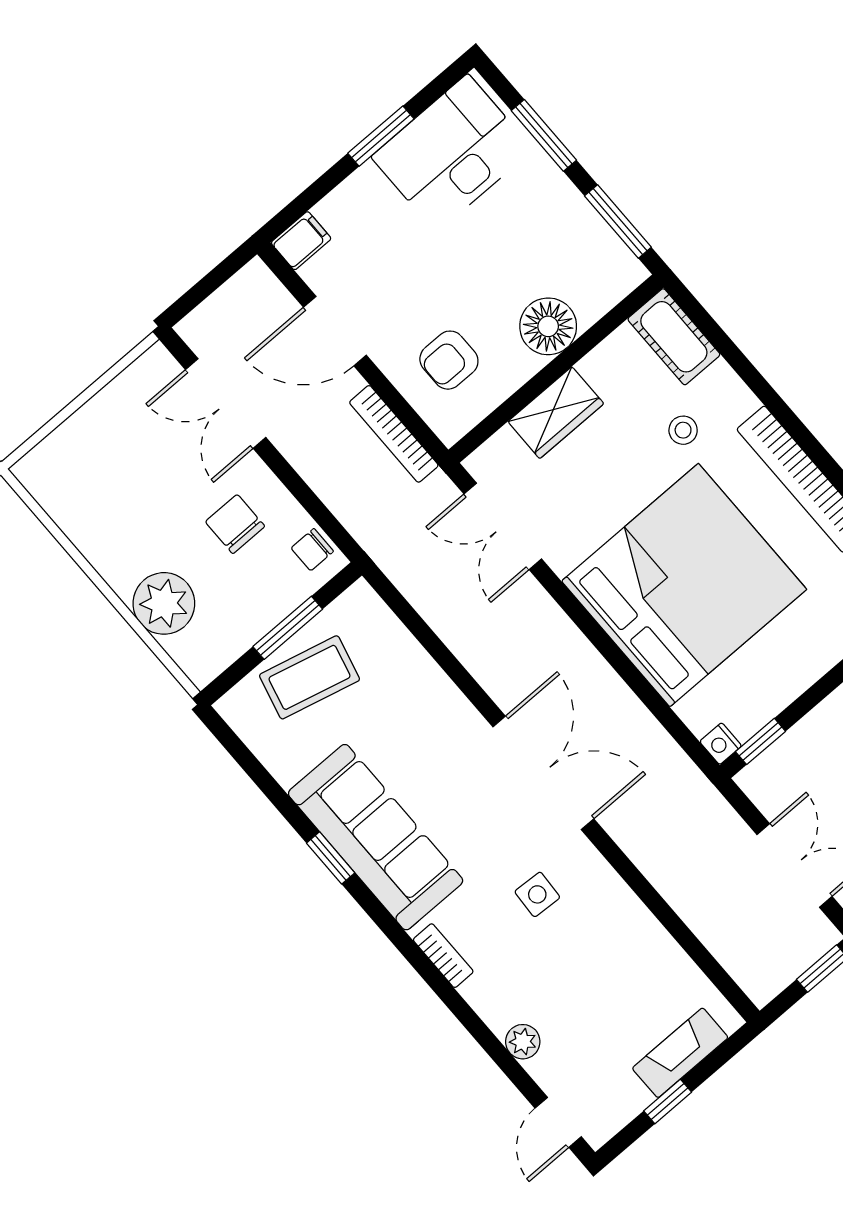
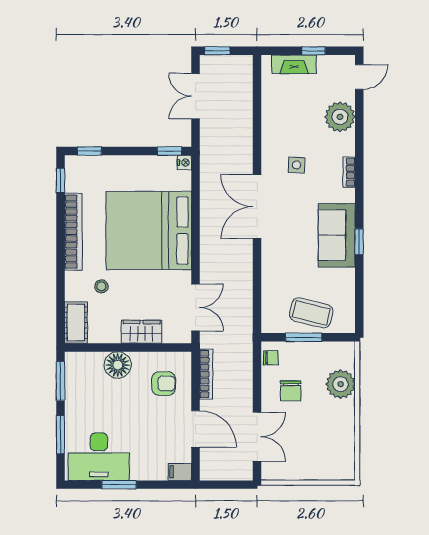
sofa: (376, 837) -> (337, 235), width x0.73
plant: (523, 1042) -> (340, 117), width x1.88, depth x1.88

